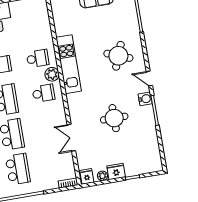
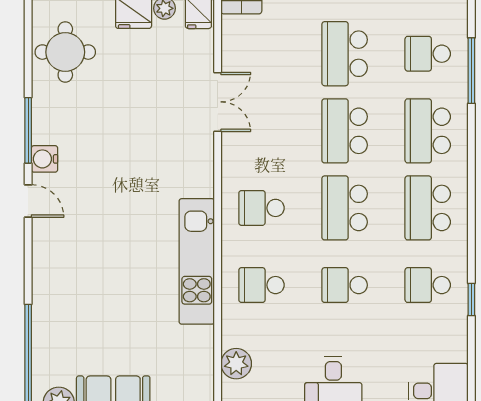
round table: (118, 56) -> (86, 261), removed
plant: (52, 74) -> (236, 364), moved
round table: (114, 118) -> (65, 52), moved

